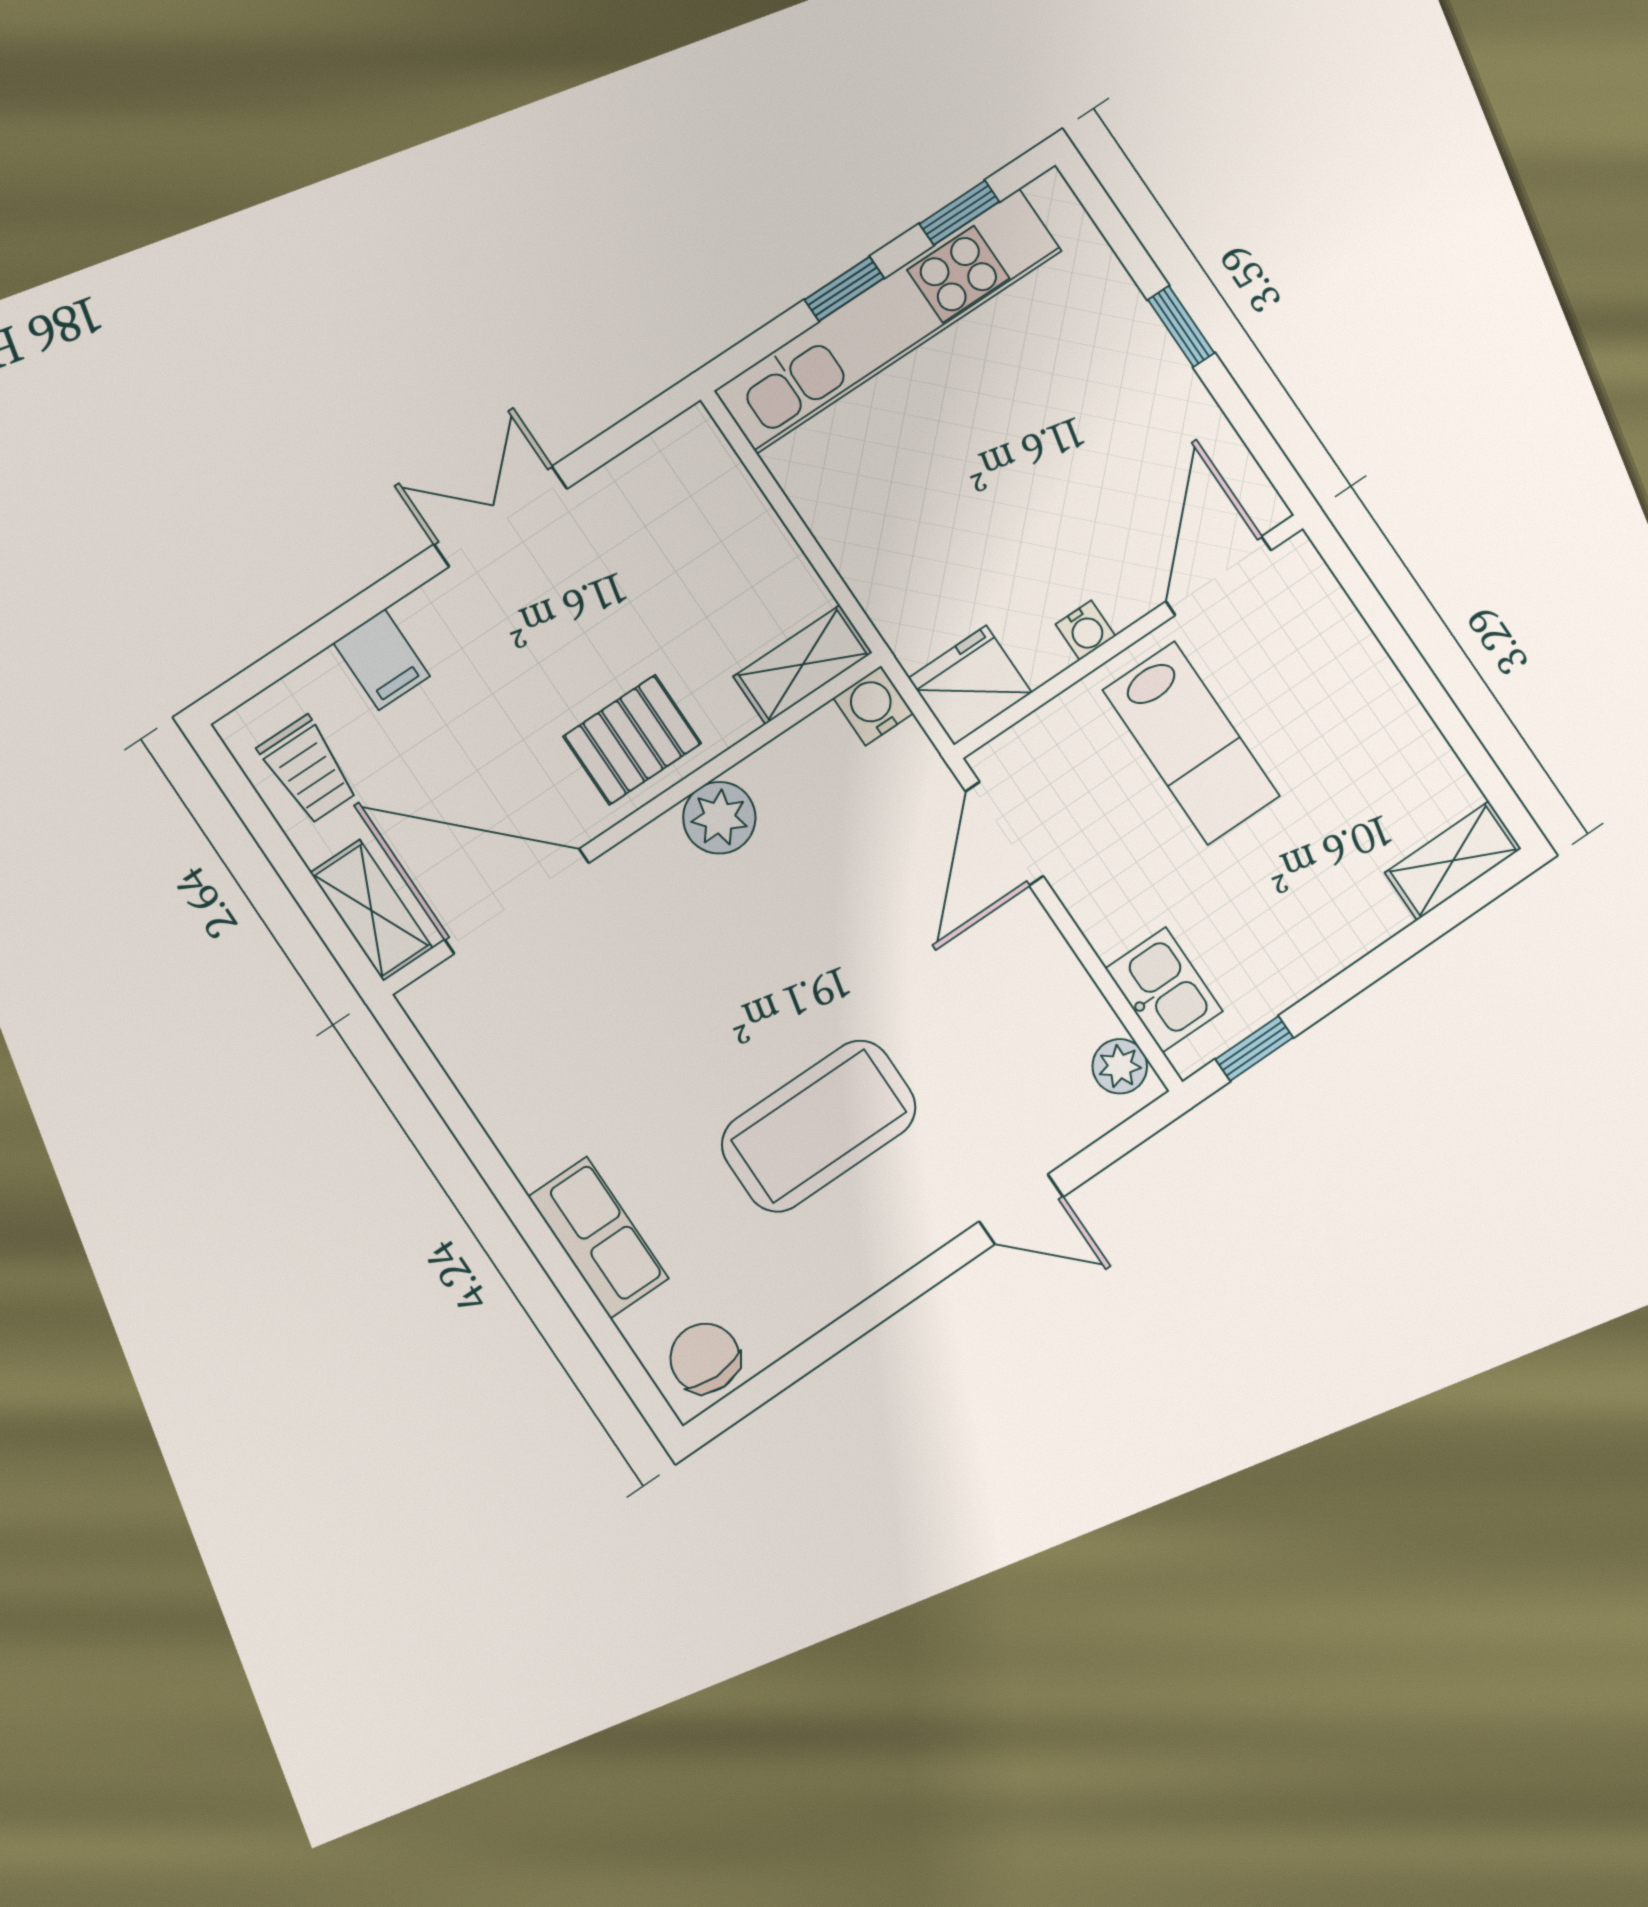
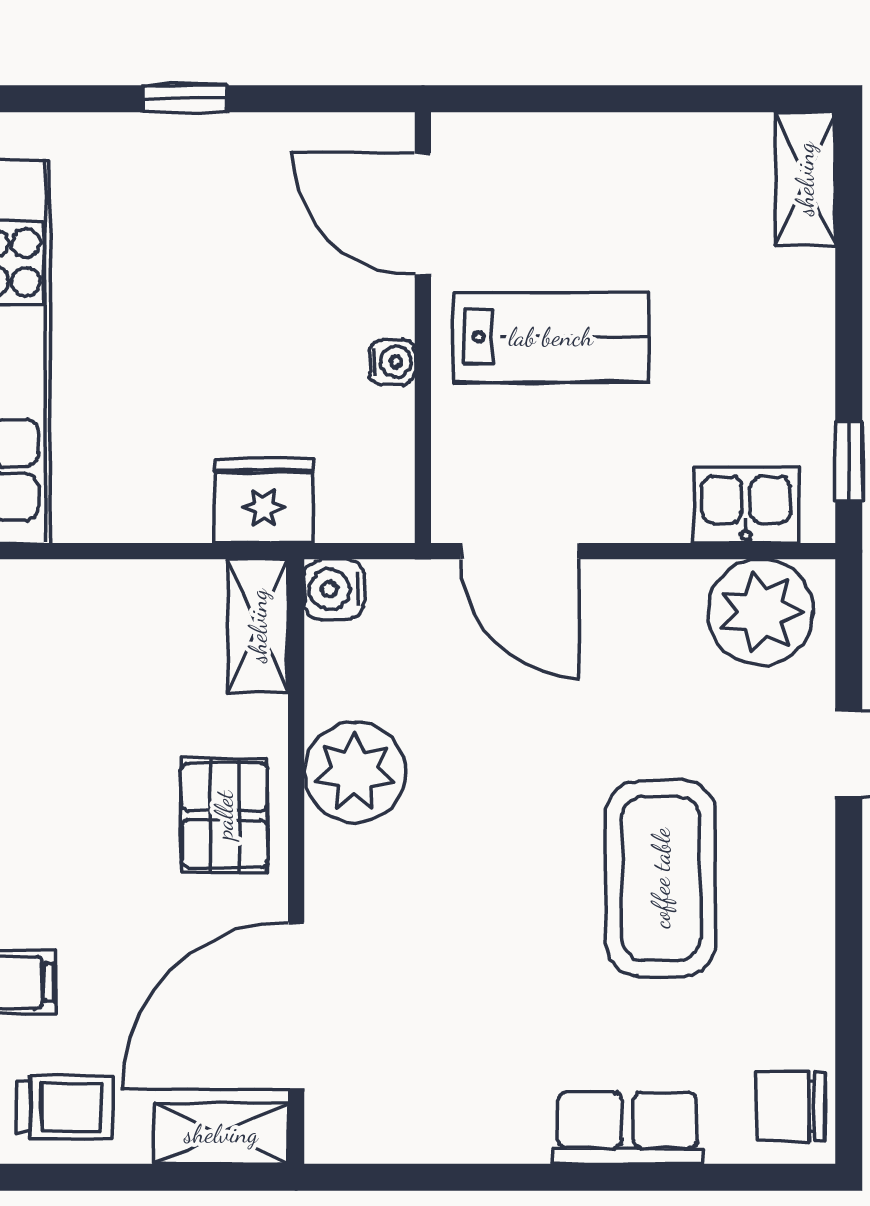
fridge: (970, 685) -> (264, 501), moved, turned 90
plant: (719, 818) -> (355, 772), width x1.36, depth x1.36
plant: (1120, 1066) -> (761, 612), width x1.88, depth x1.88

